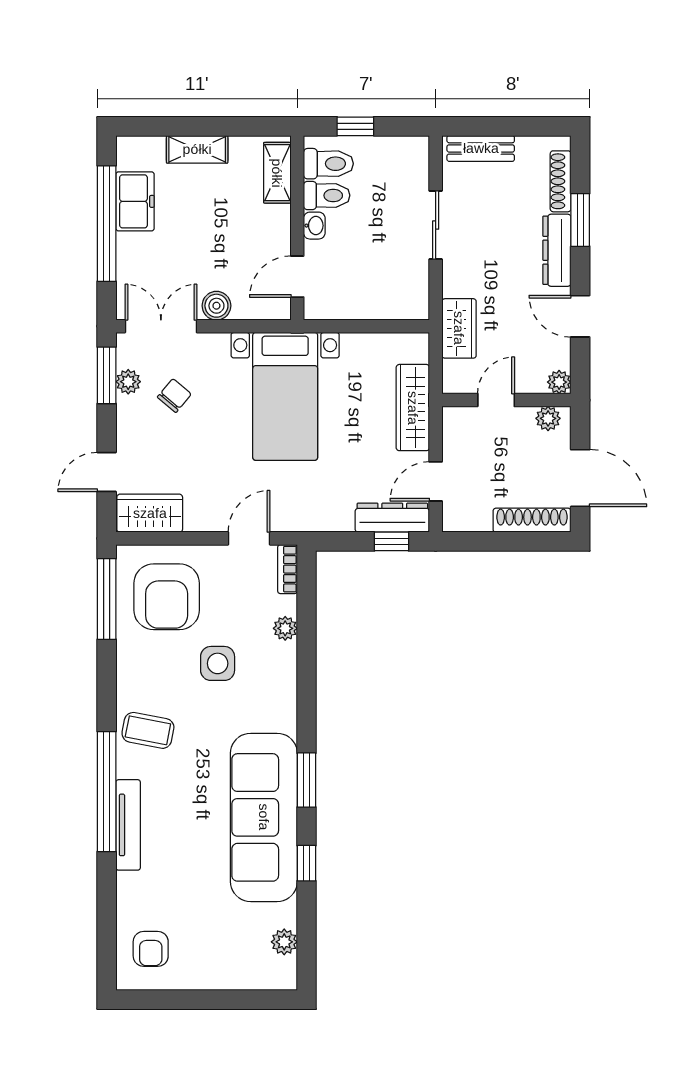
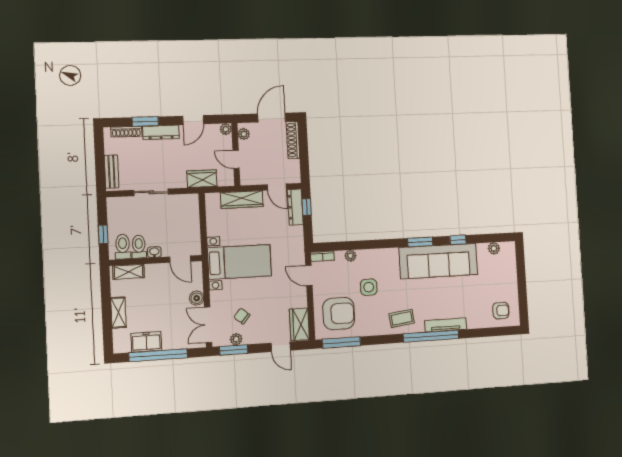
coffee table: (148, 730) -> (402, 318), turned 72

